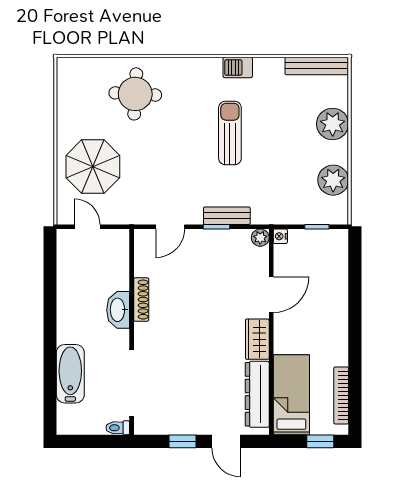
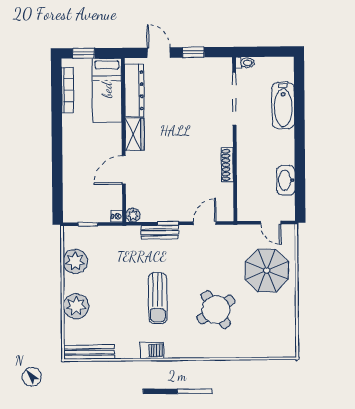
round table: (135, 94) -> (216, 310), moved, turned -36
washbasin: (118, 310) -> (286, 180), moved, turned 180

